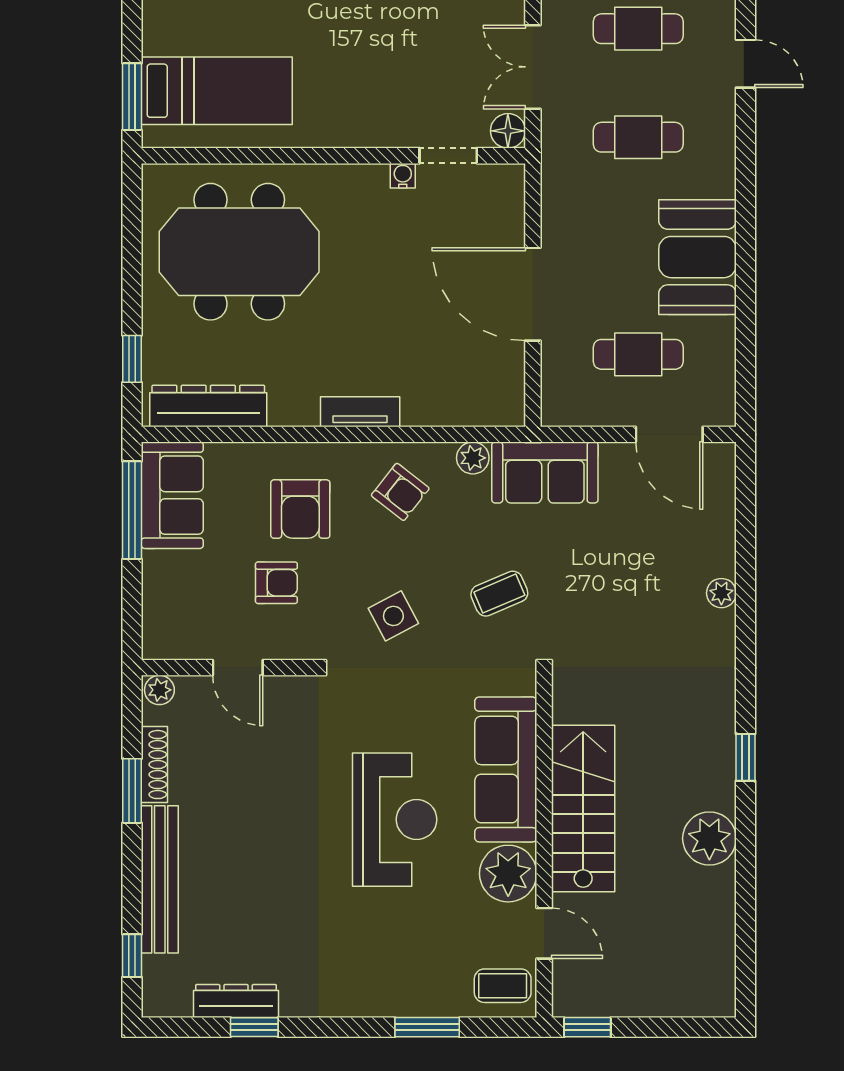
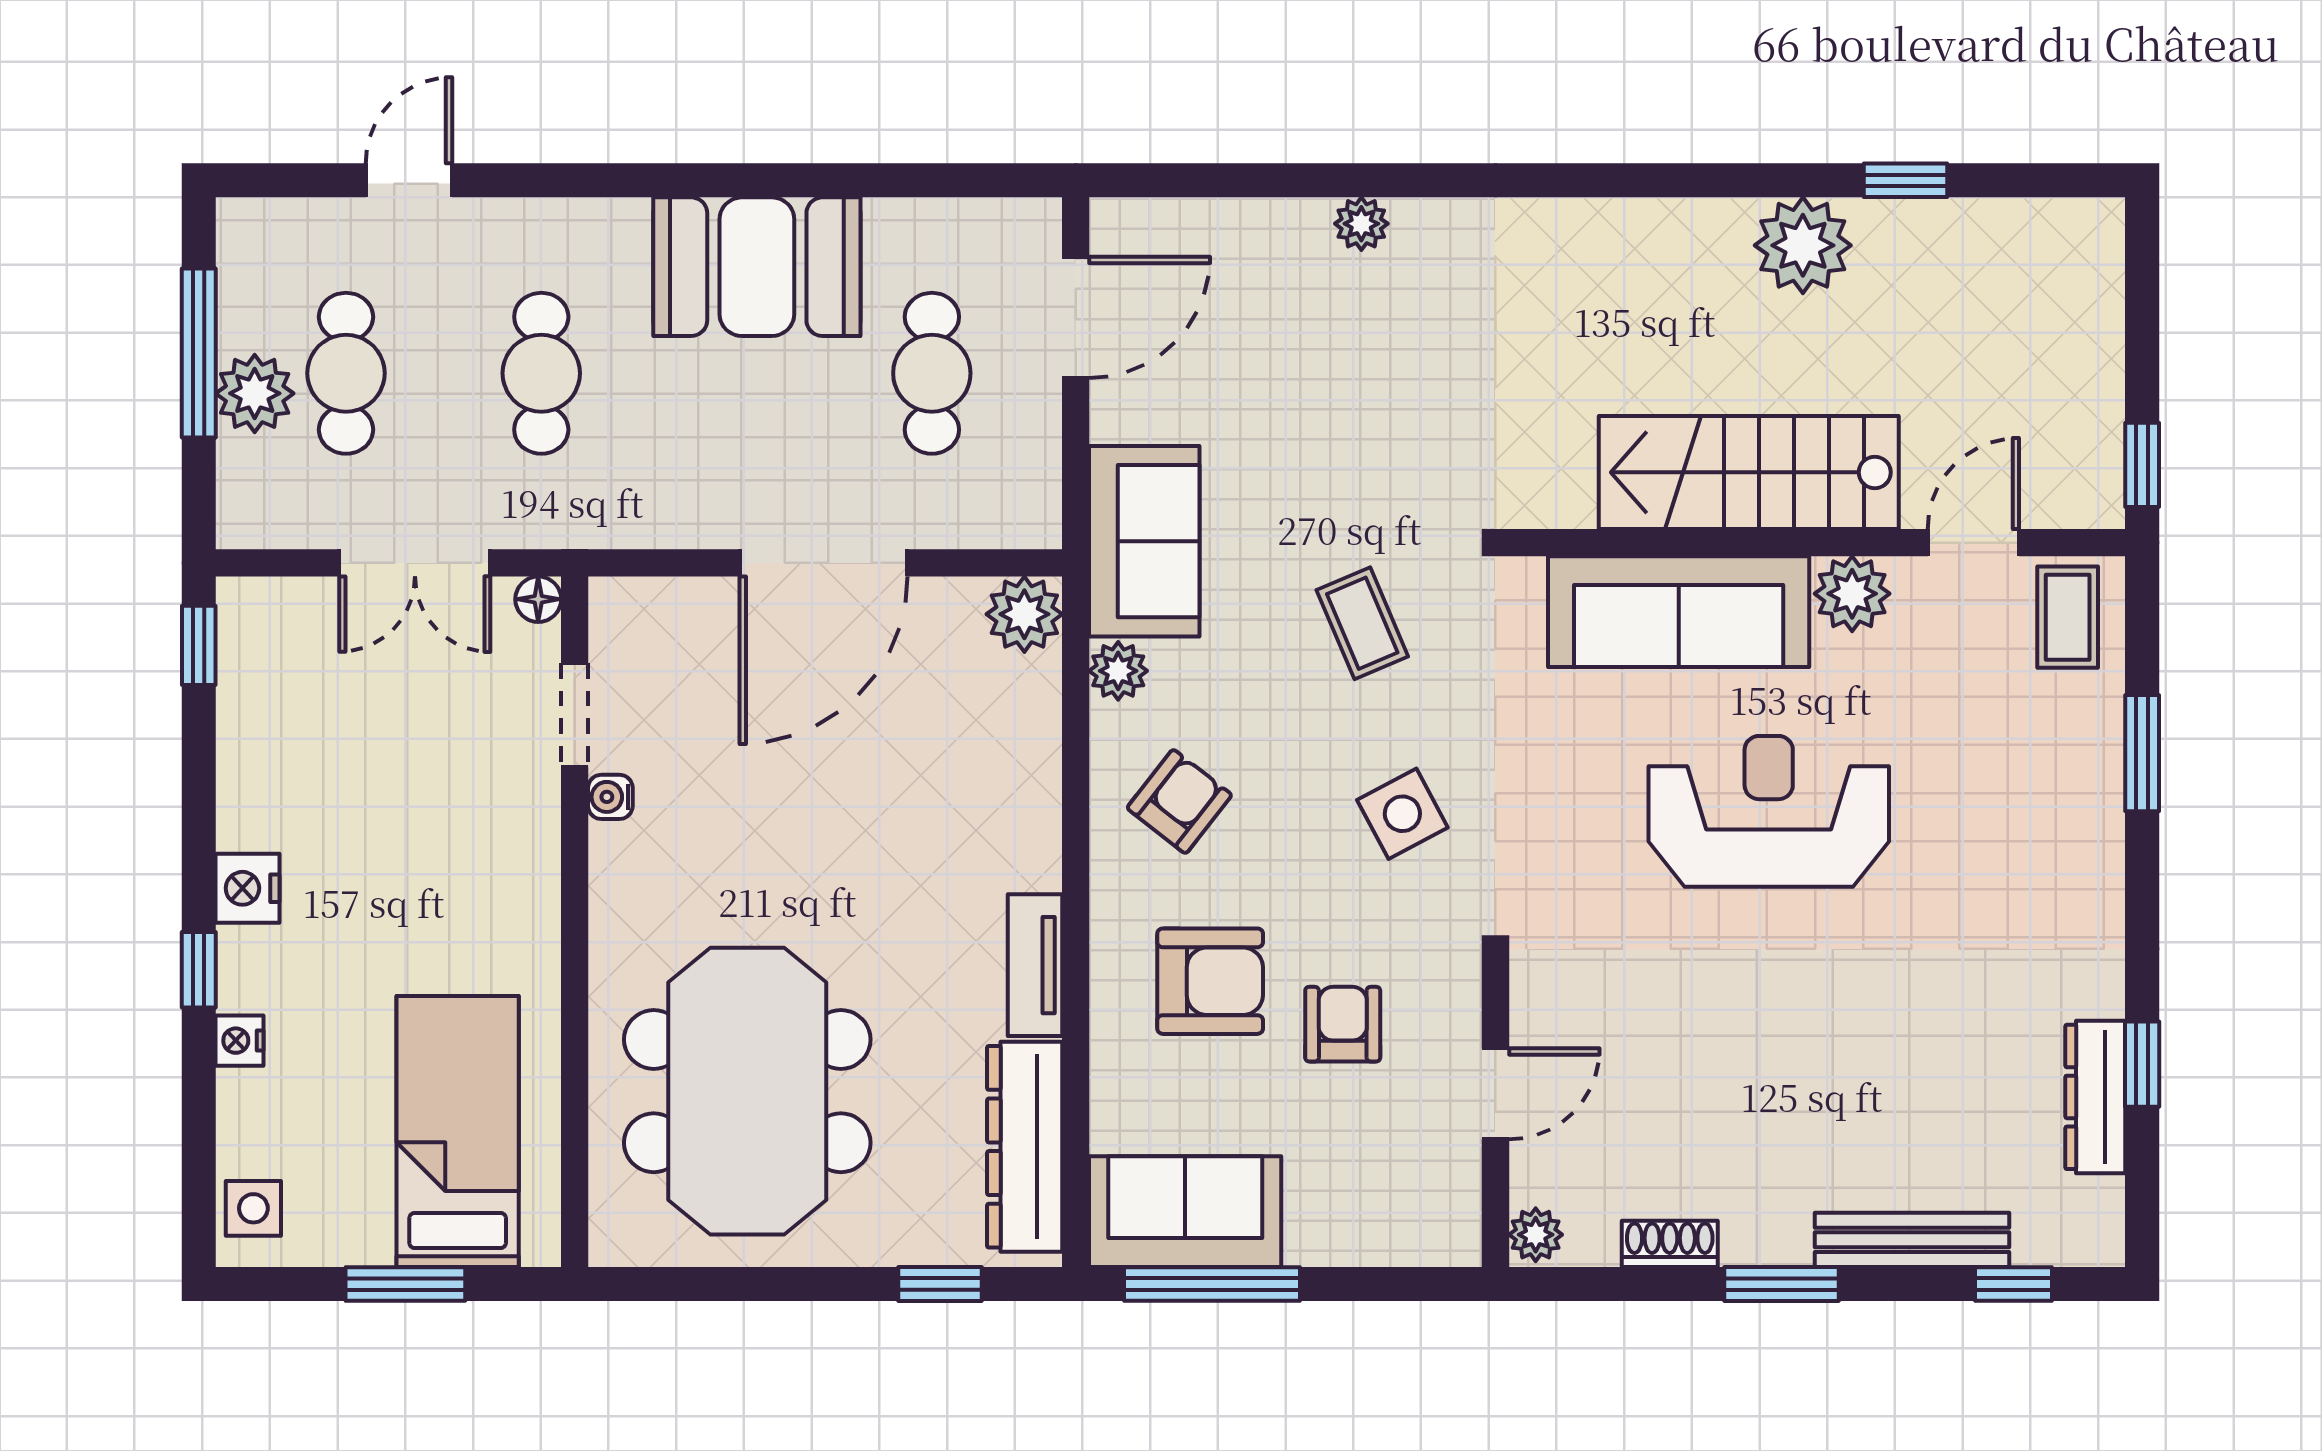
window: (132, 97) -> (405, 1284), moved
floor lamp: (508, 131) -> (538, 599), width x0.73, depth x0.73
plant: (504, 406) -> (1024, 614), added
tv unit: (360, 412) -> (1035, 965), moved
window: (746, 757) -> (1906, 180), moved
shoe rack: (154, 765) -> (1670, 1244), width x0.70
window: (132, 791) -> (1782, 1284), moved
plant: (508, 874) -> (1852, 594), width x0.73, depth x0.73
bench: (160, 879) -> (1912, 1240), width x0.73, depth x0.82

